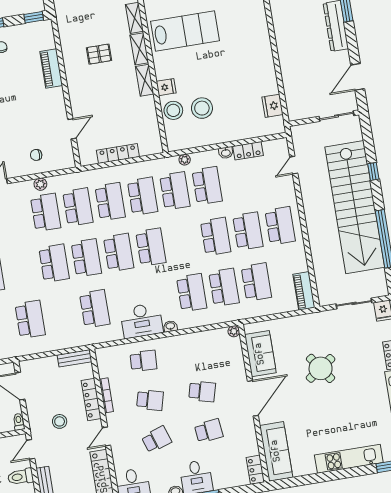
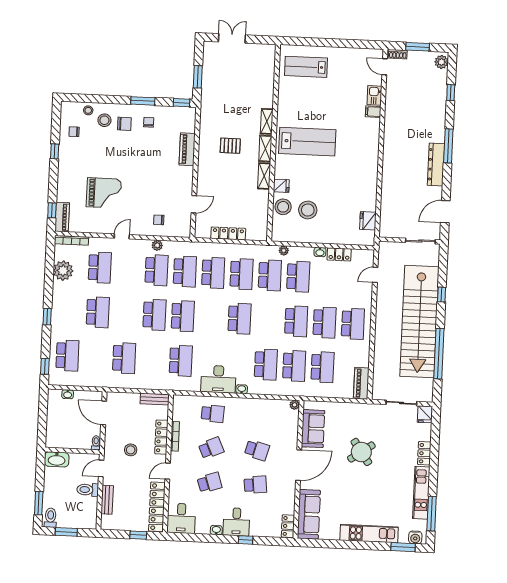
school desk: (119, 252) -> (211, 317), removed
school desk: (150, 400) -> (211, 448), turned -39

